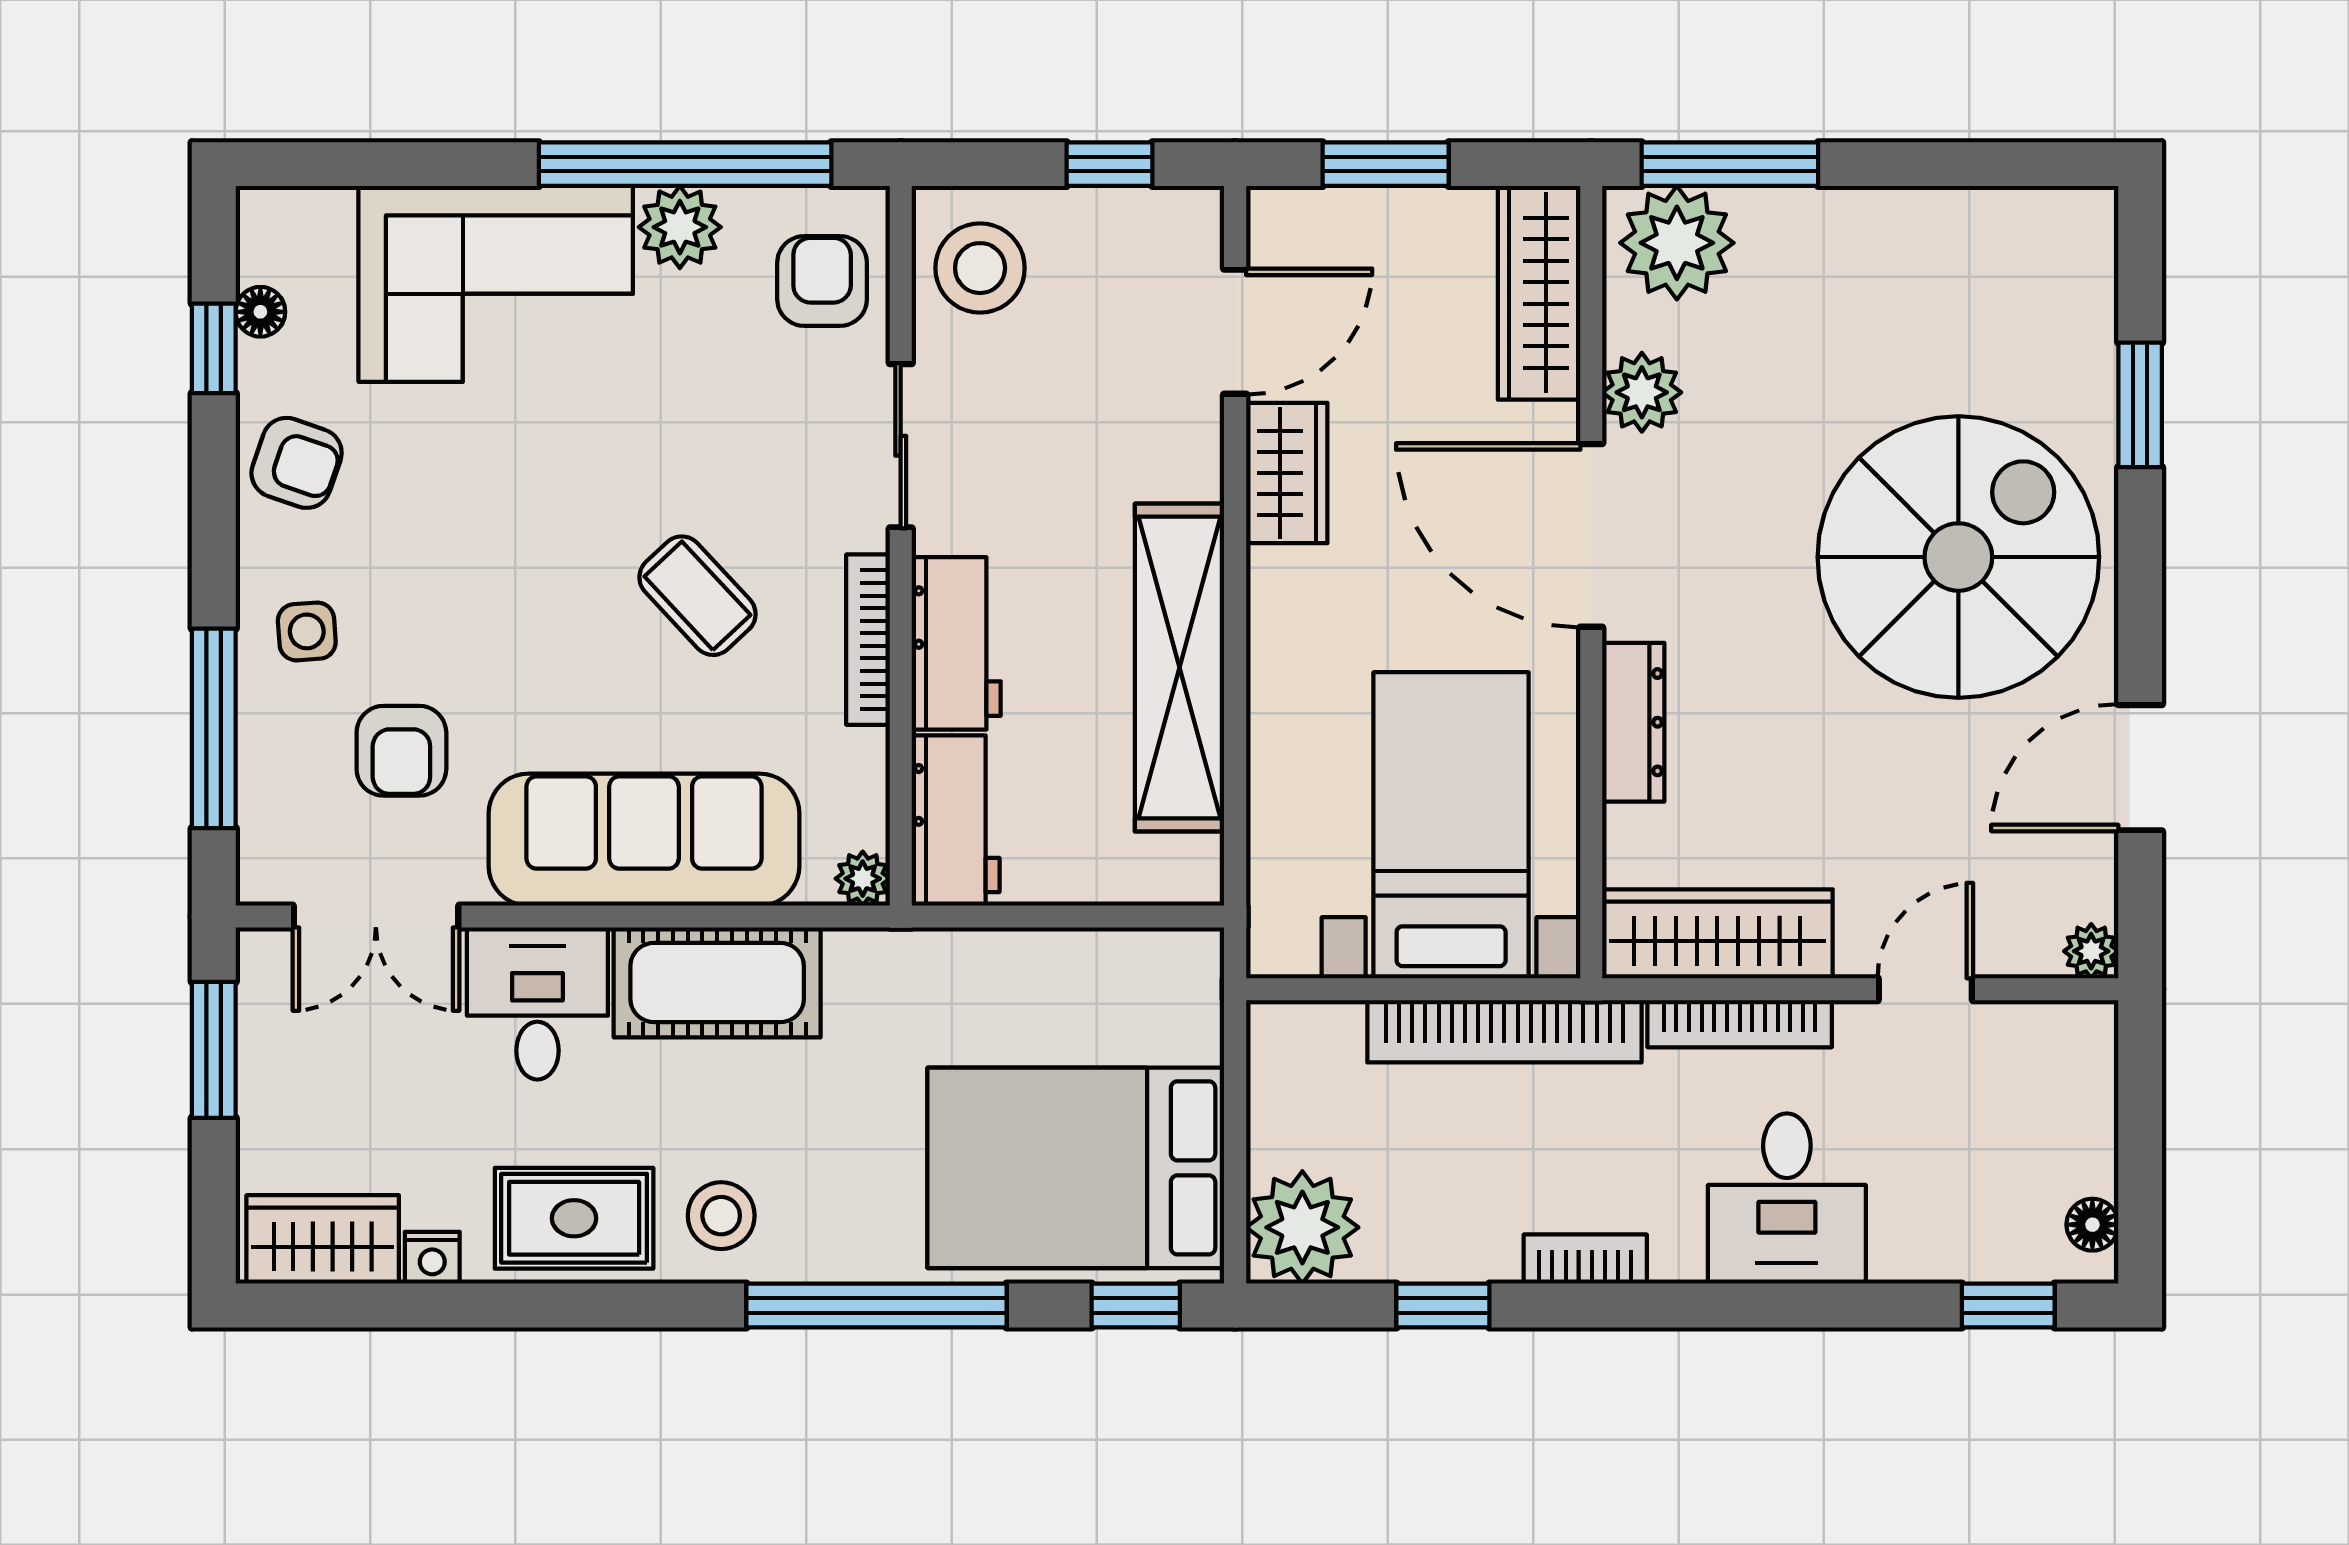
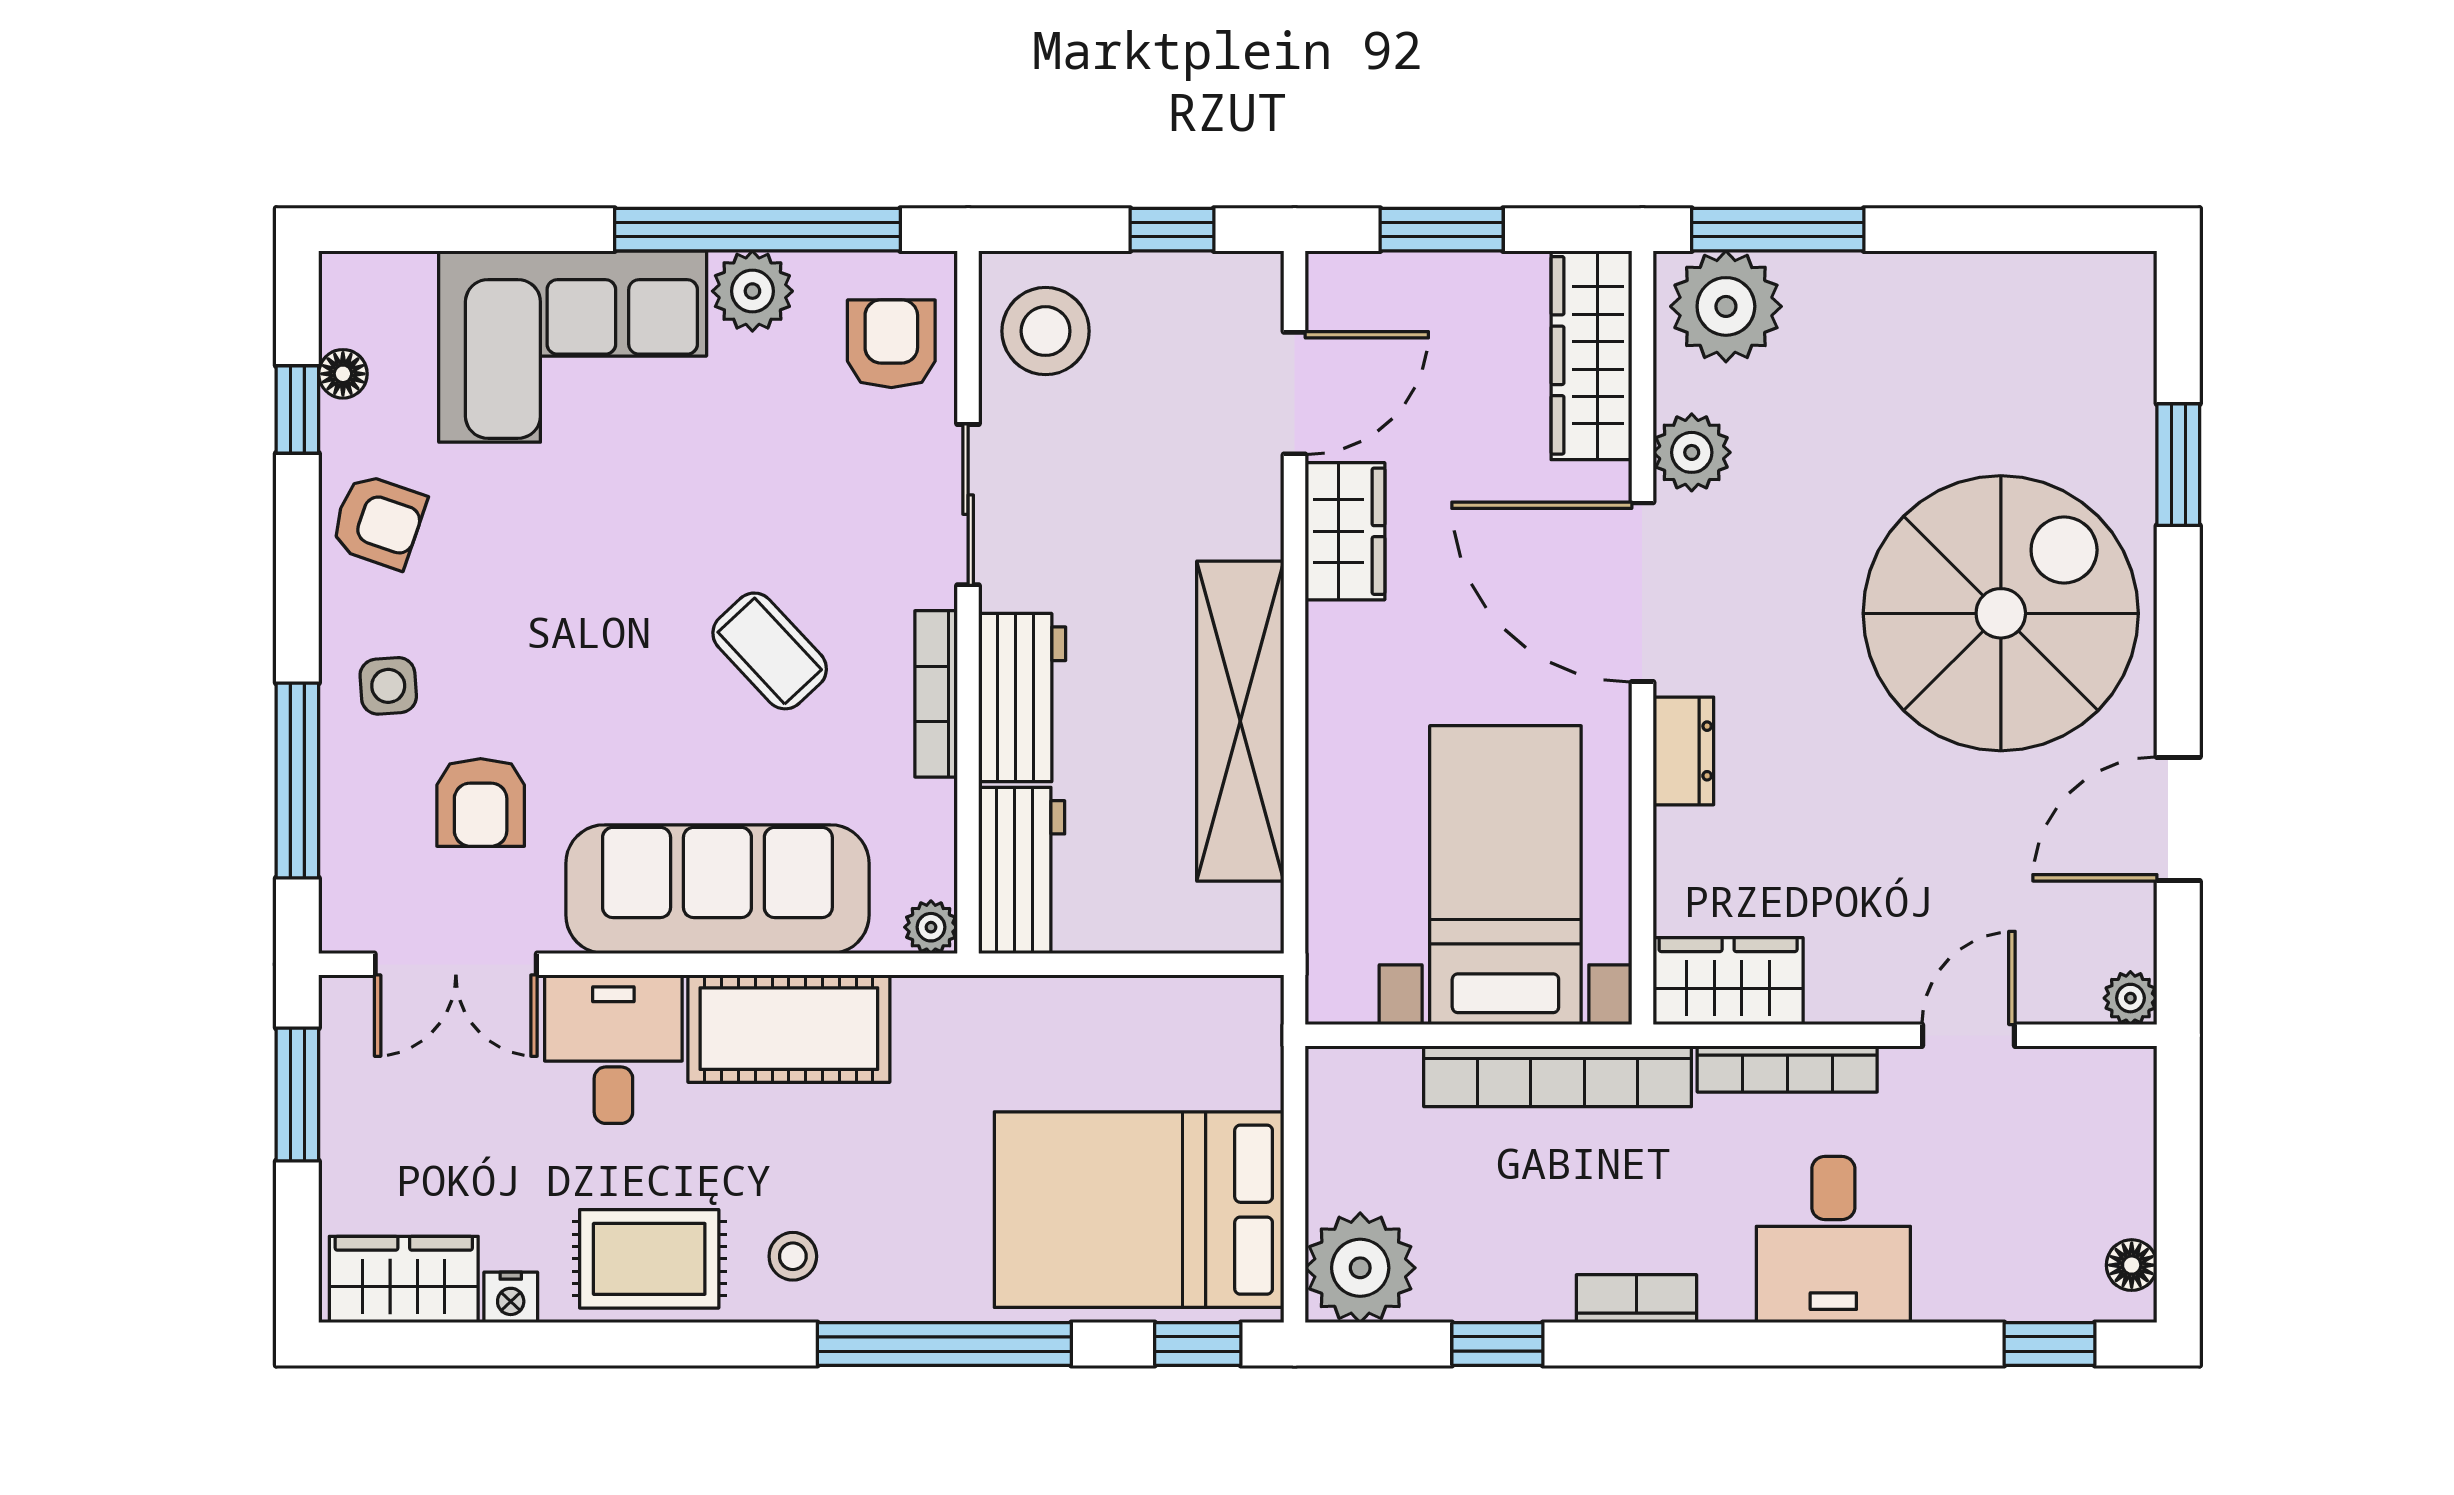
dresser: (1633, 722) -> (1683, 751), width x0.70
wardrobe: (1717, 934) -> (1728, 981), width x0.67
stool: (721, 1216) -> (793, 1256), width x0.73, depth x0.73

